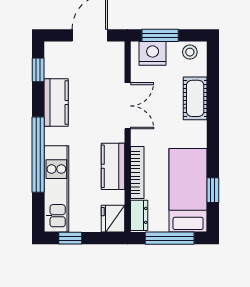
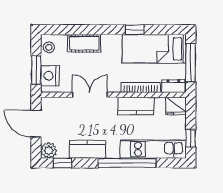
plant: (55, 52) -> (49, 150), added
window: (213, 190) -> (135, 30), moved

